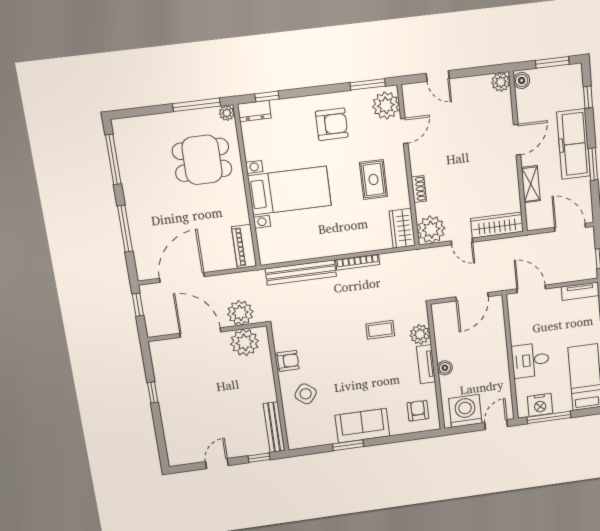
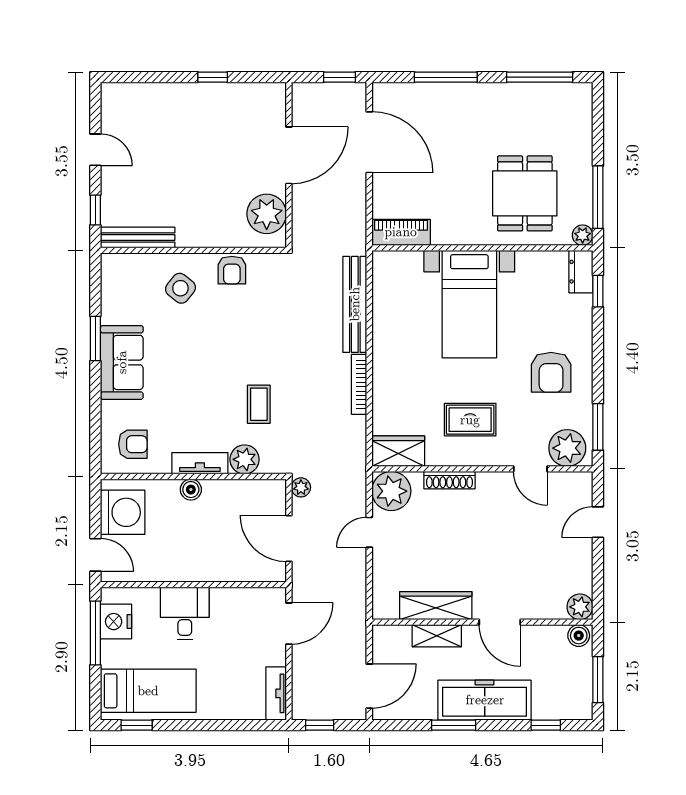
shoe rack: (419, 189) -> (449, 480), width x1.43
wardrobe: (497, 225) -> (436, 606), moved, turned -90
plant: (240, 313) -> (301, 487), moved, width x0.53, depth x0.53

